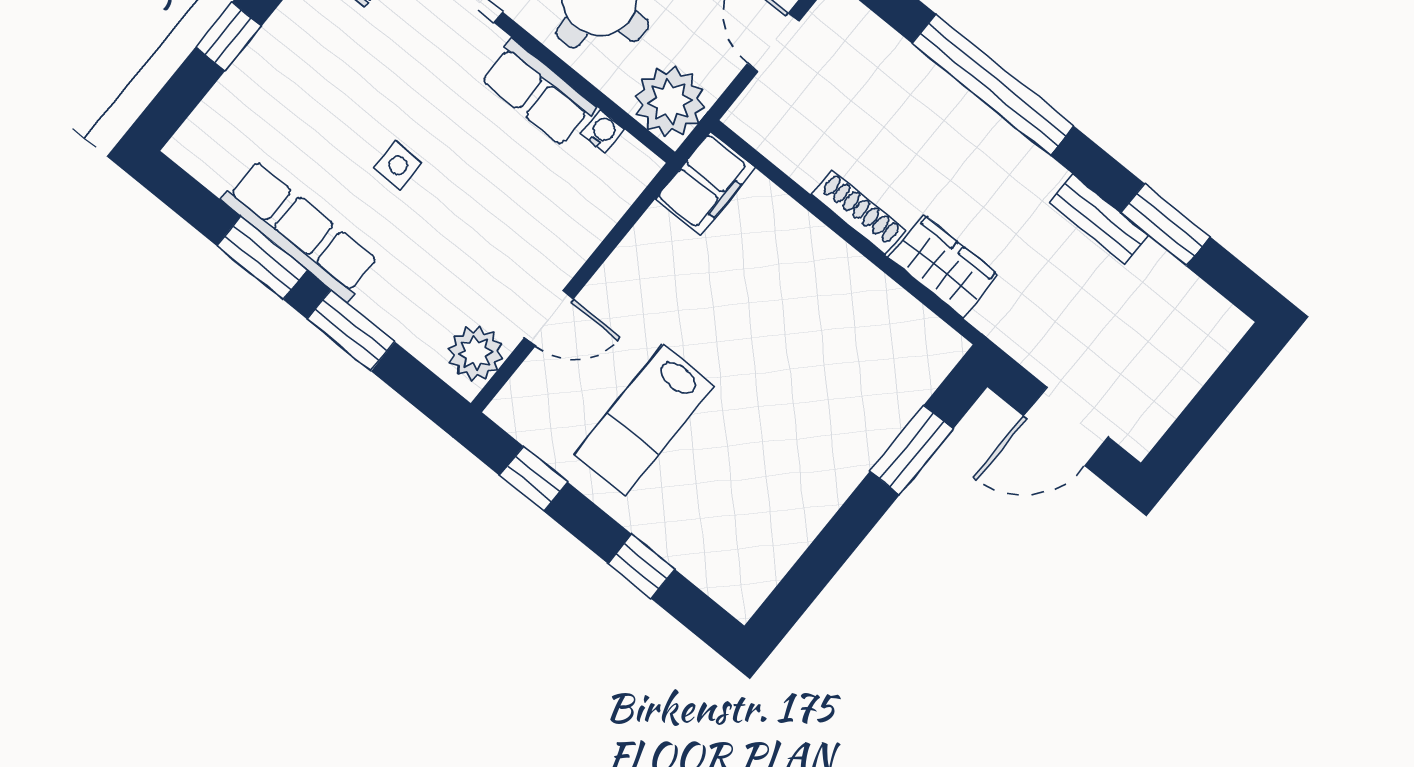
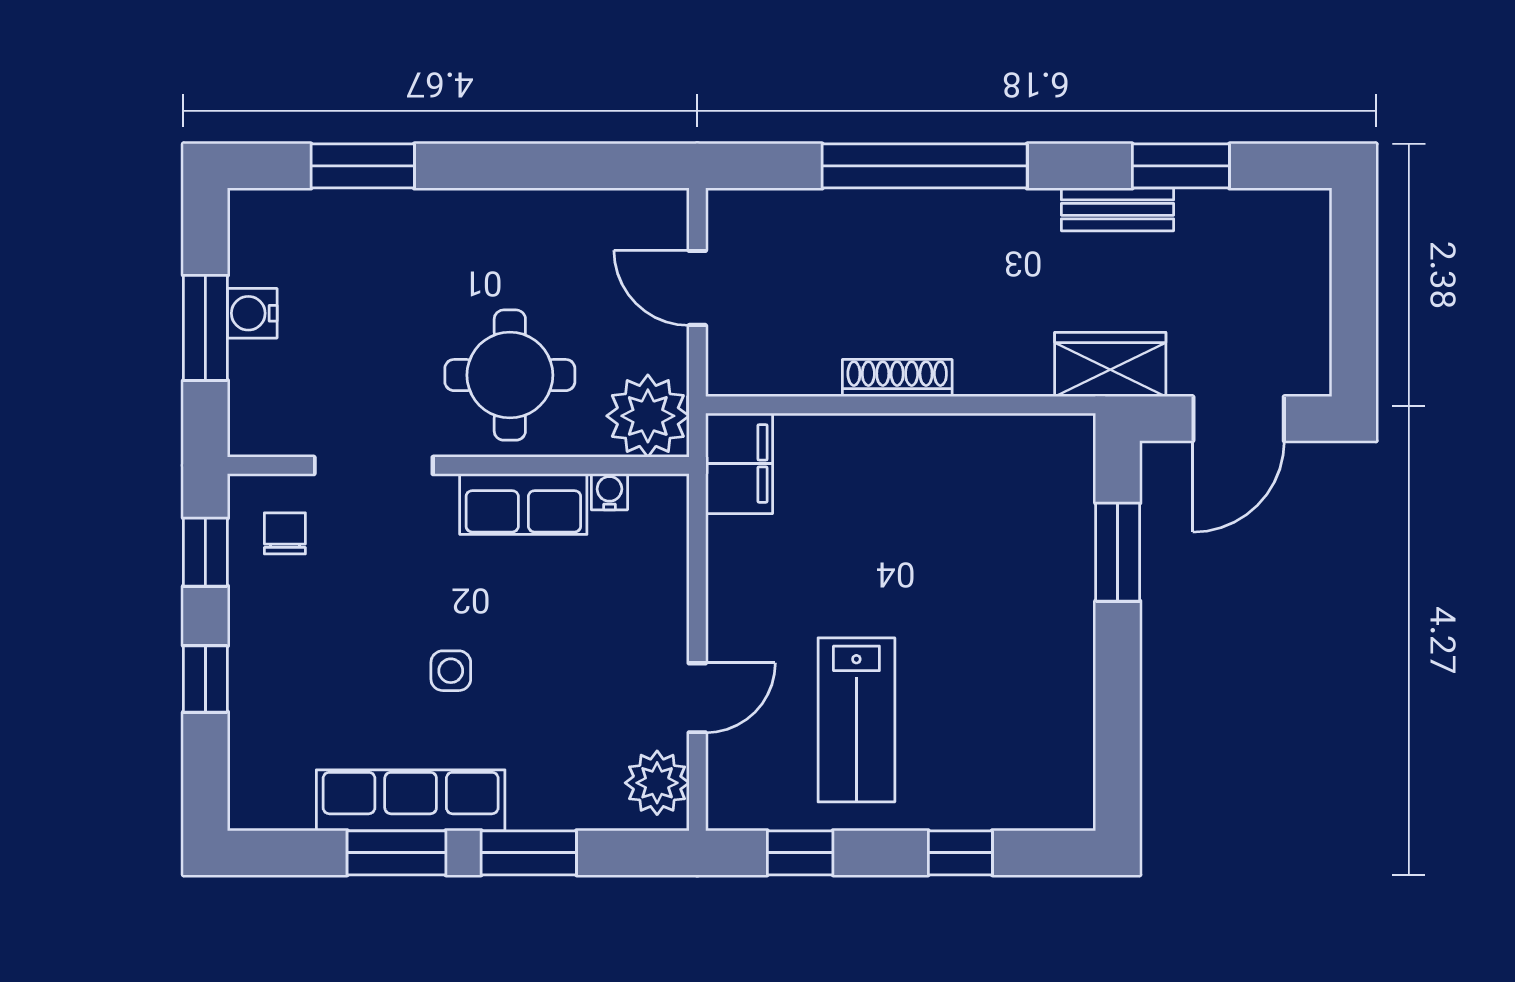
wardrobe: (943, 266) -> (1110, 364), moved

